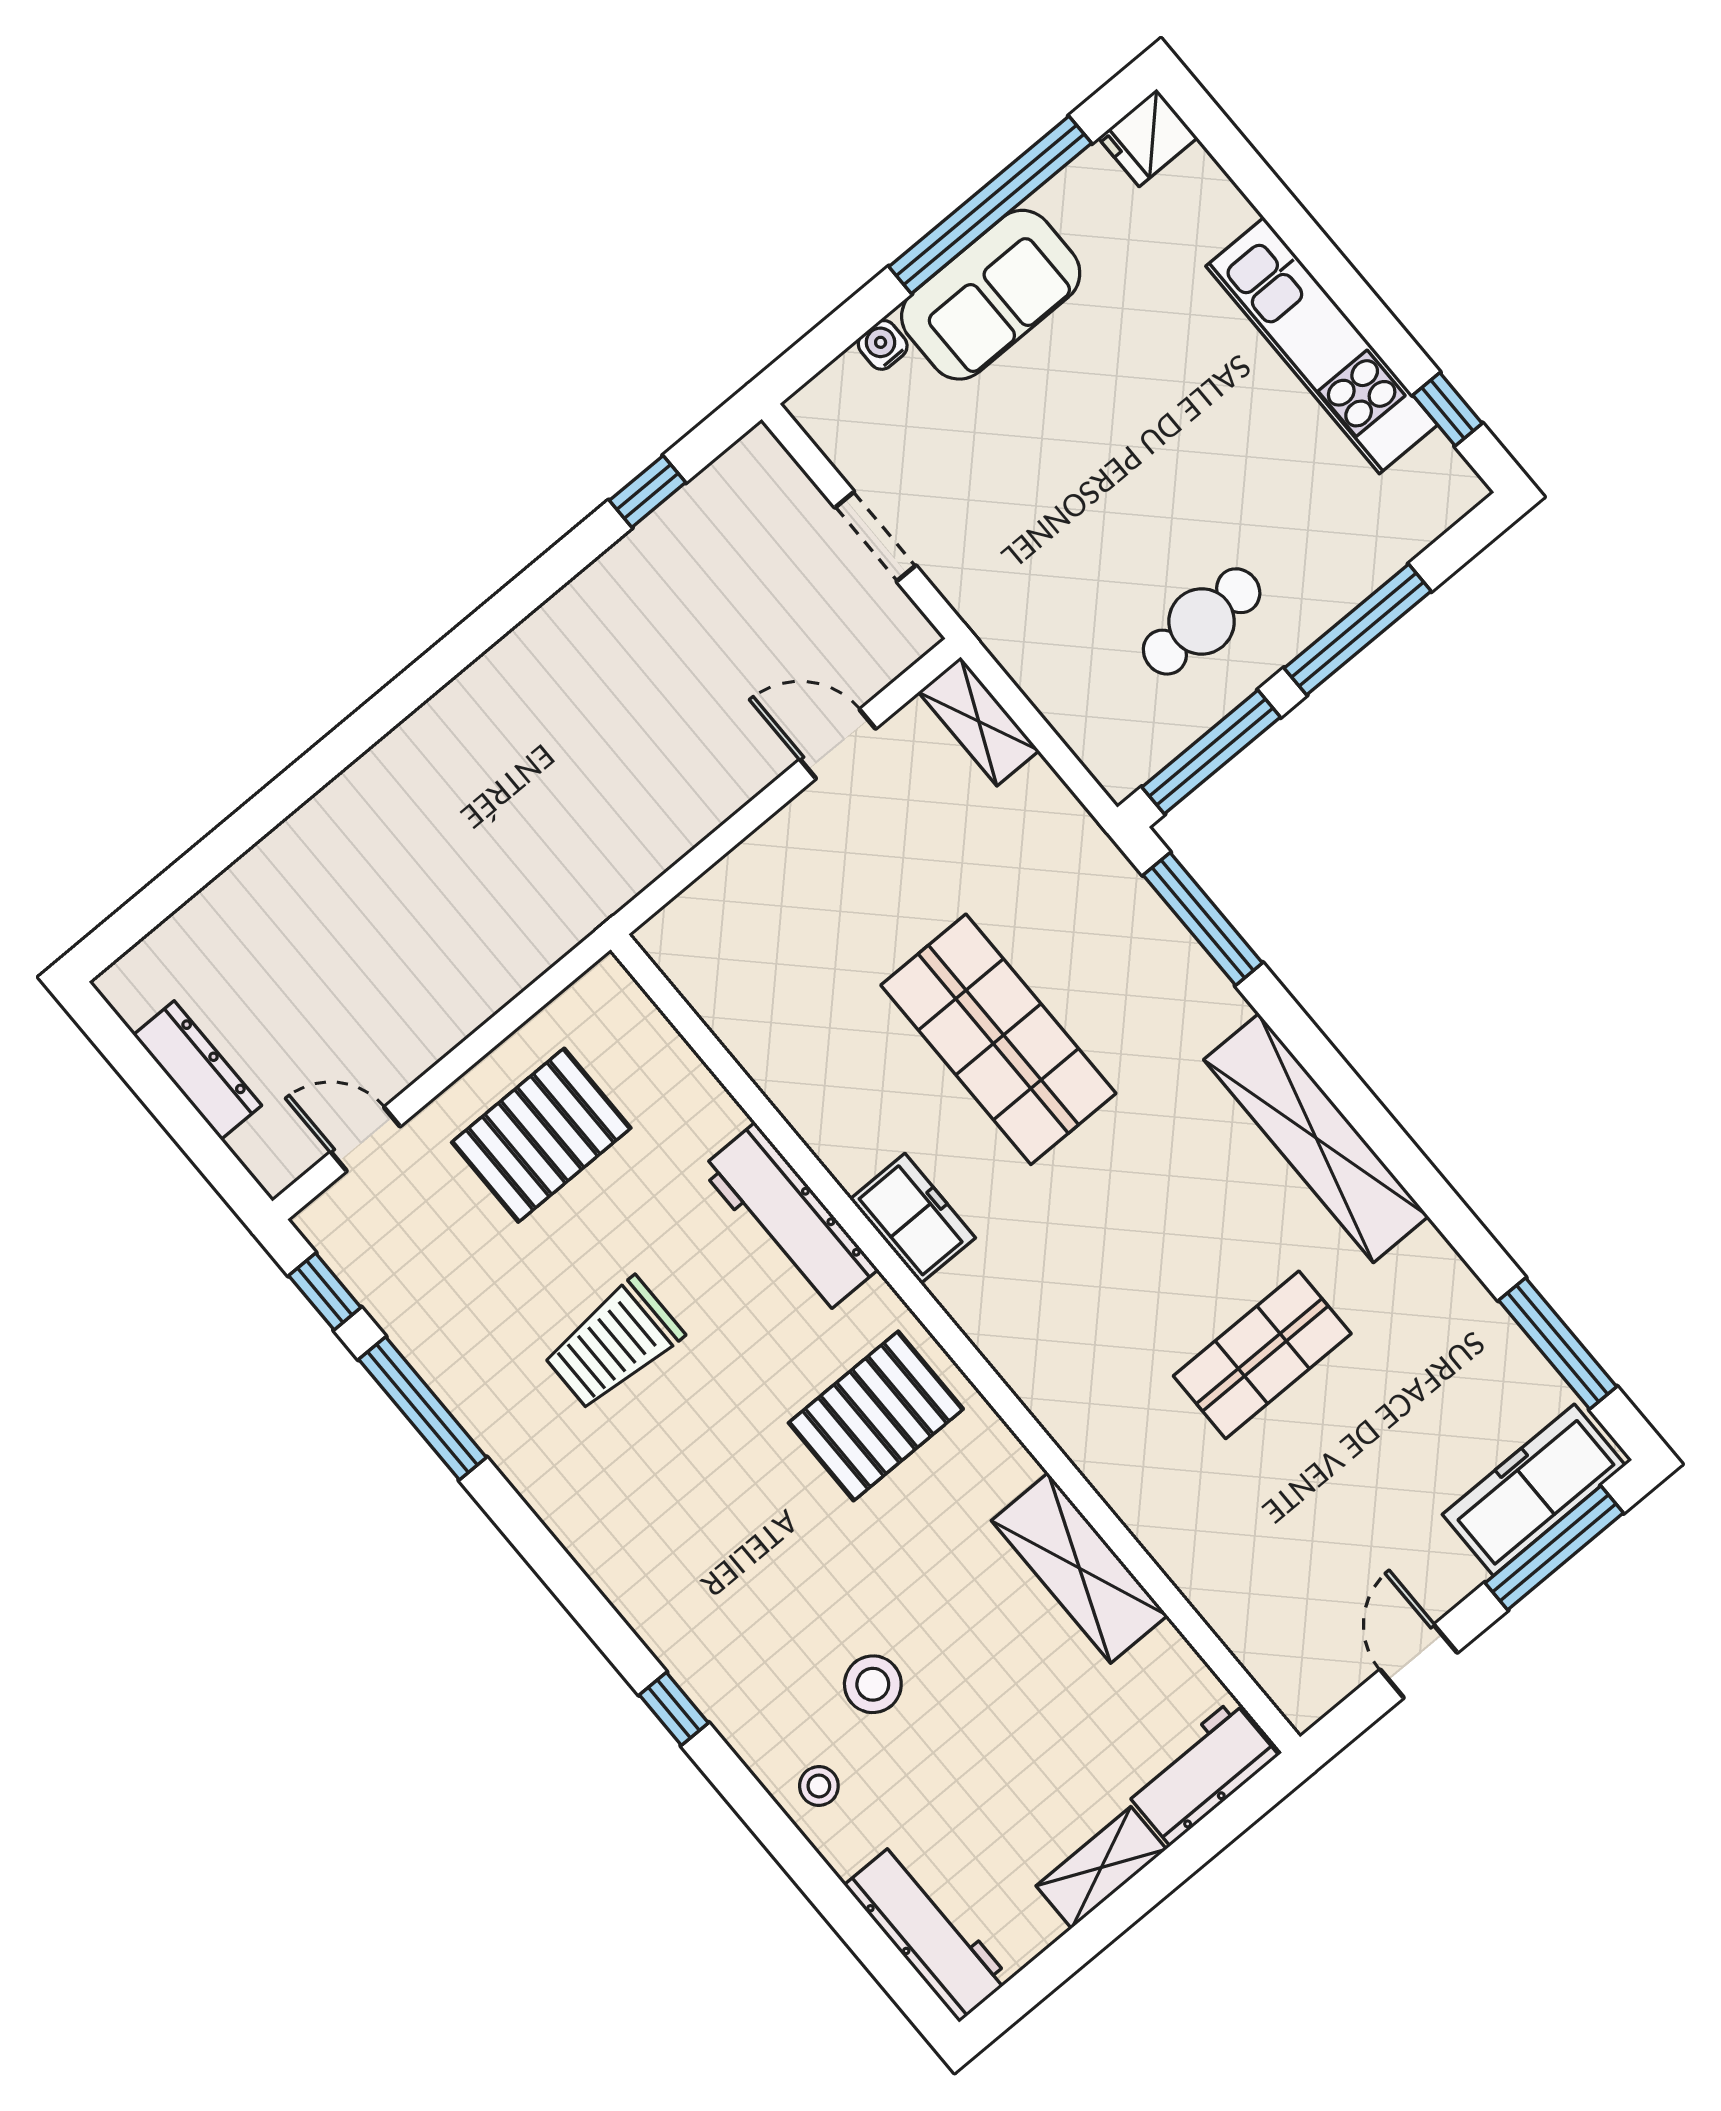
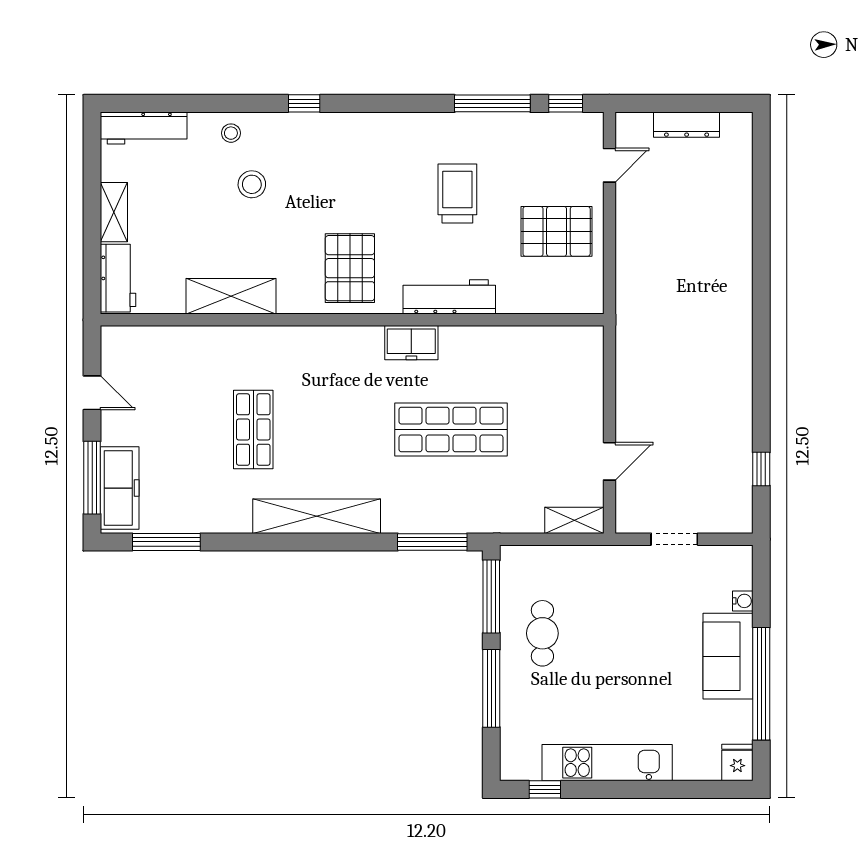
pallet: (541, 1135) -> (557, 231), turned 90

